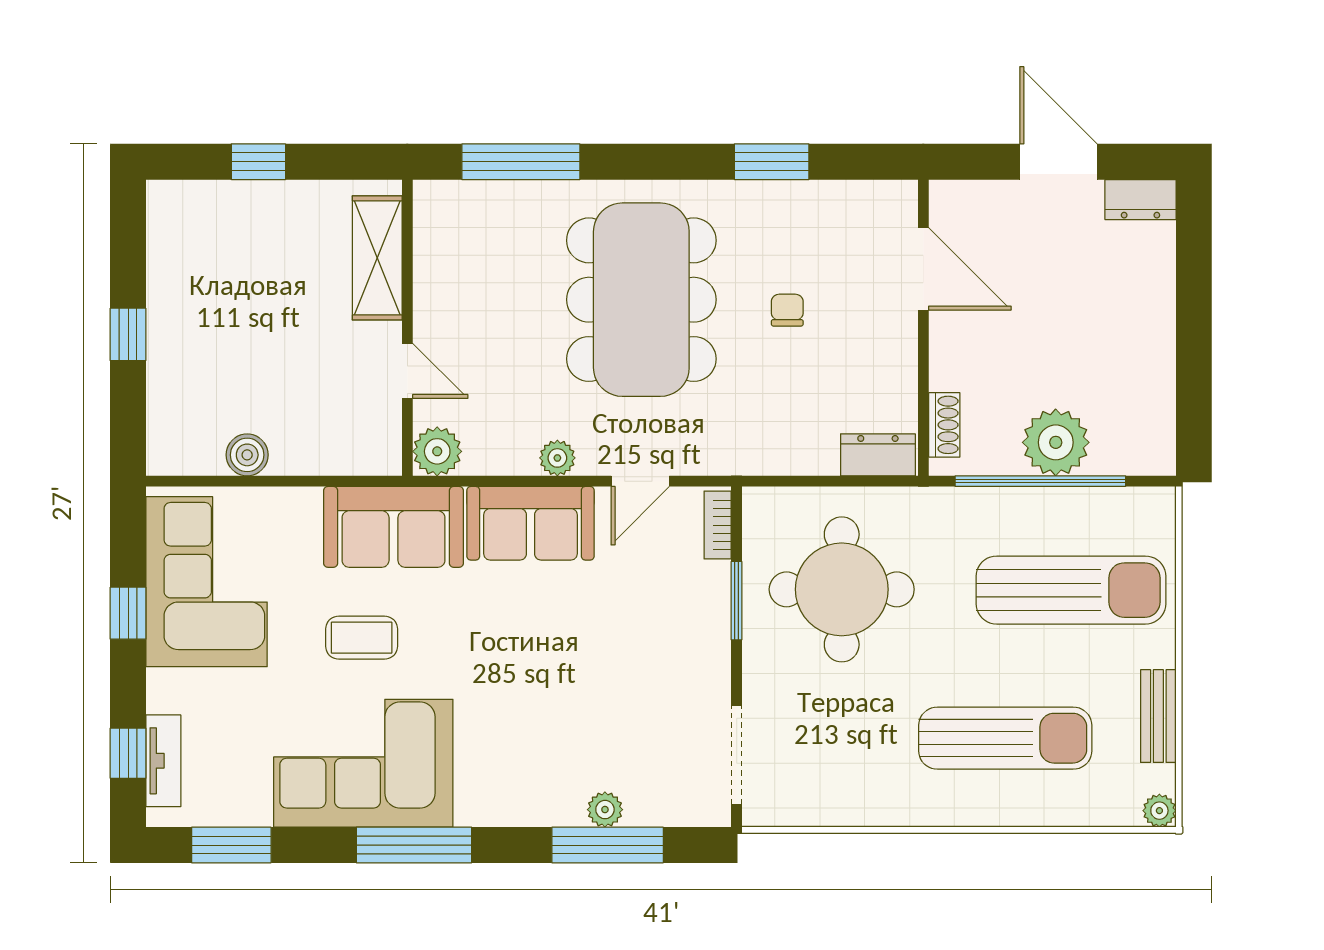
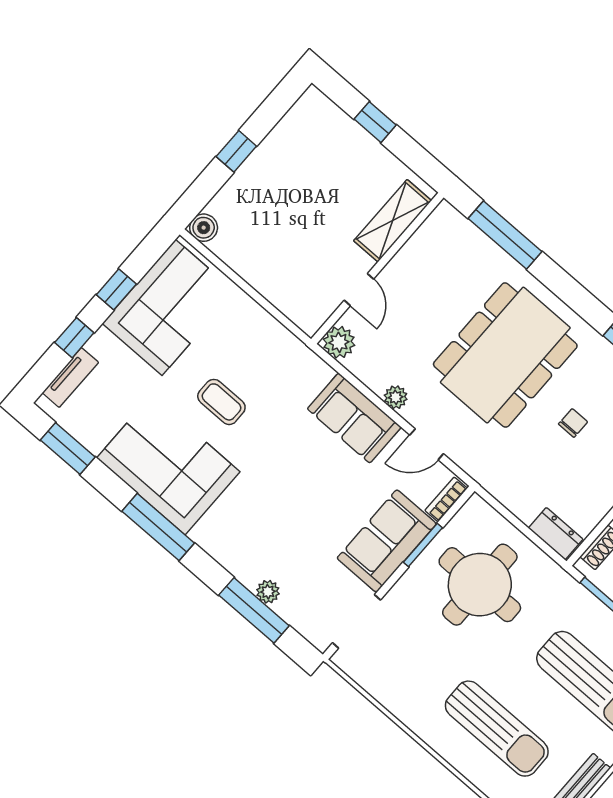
boiler: (247, 455) -> (204, 228), moved
sofa: (393, 527) -> (387, 541), moved, turned 90
window: (128, 753) -> (74, 338), moved

